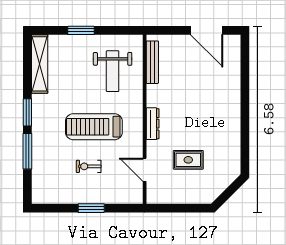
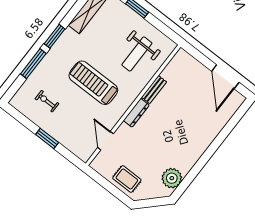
bench: (152, 62) -> (154, 90), moved, width x0.73
plant: (229, 157) -> (172, 178), added
rug: (188, 160) -> (127, 179), moved
exercise bike: (89, 166) -> (47, 101), moved

